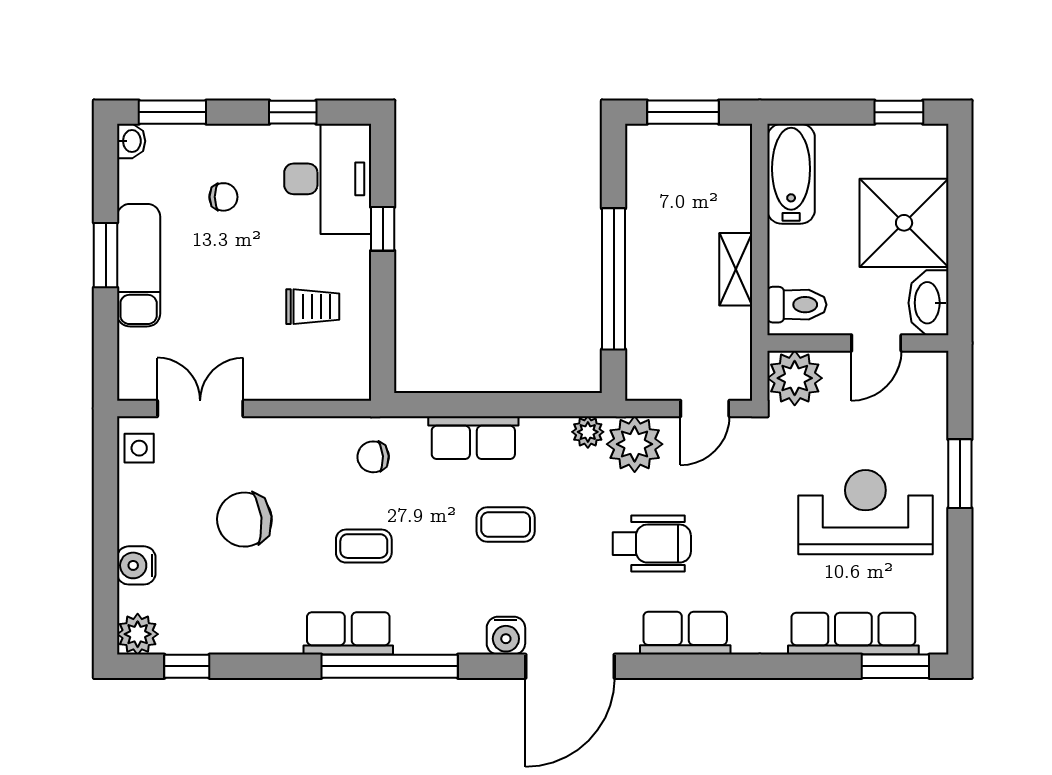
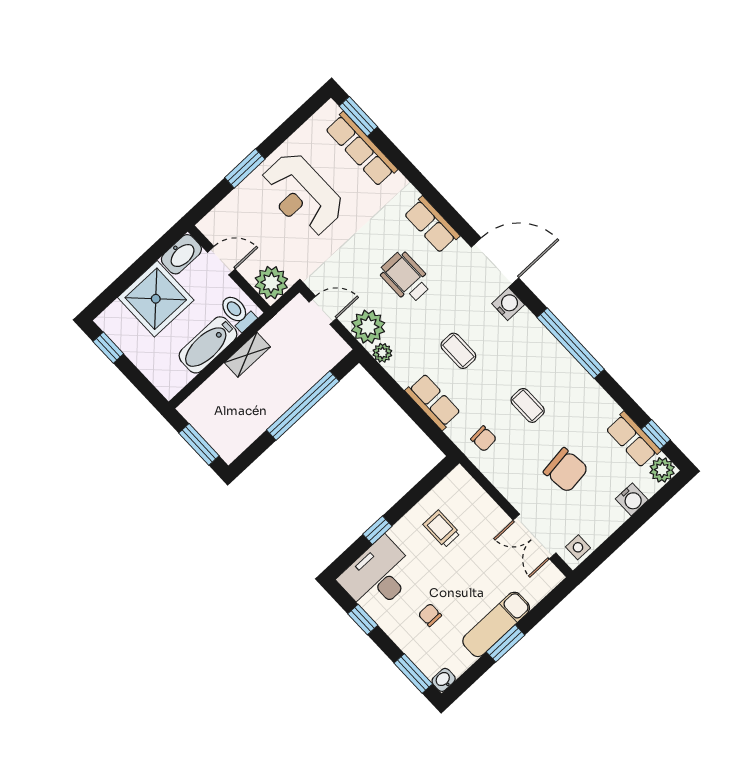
bathtub: (791, 174) -> (208, 345), moved
row of seats: (348, 633) -> (633, 440), moved

